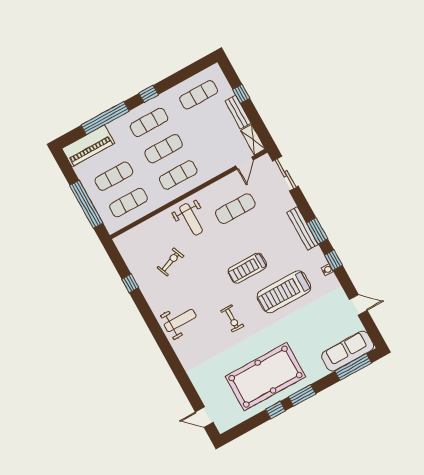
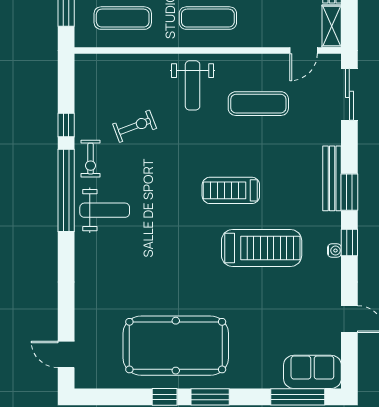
treadmill: (284, 292) -> (262, 248), turned 180
exercise bike: (232, 318) -> (91, 159), moved
window: (151, 321) -> (66, 190), added
sofa: (348, 351) -> (312, 372), width x0.73

